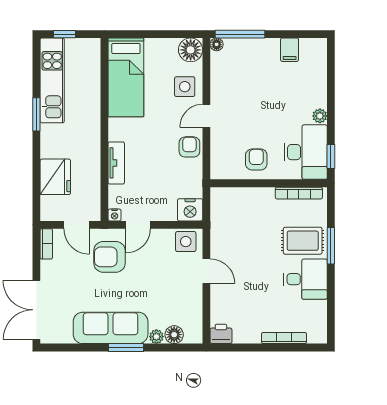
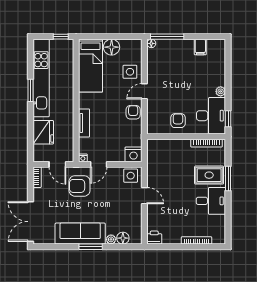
window: (64, 34) -> (61, 37), moved
floor lamp: (191, 50) -> (112, 47), moved
kitchen unit: (52, 80) -> (41, 78), width x1.36

